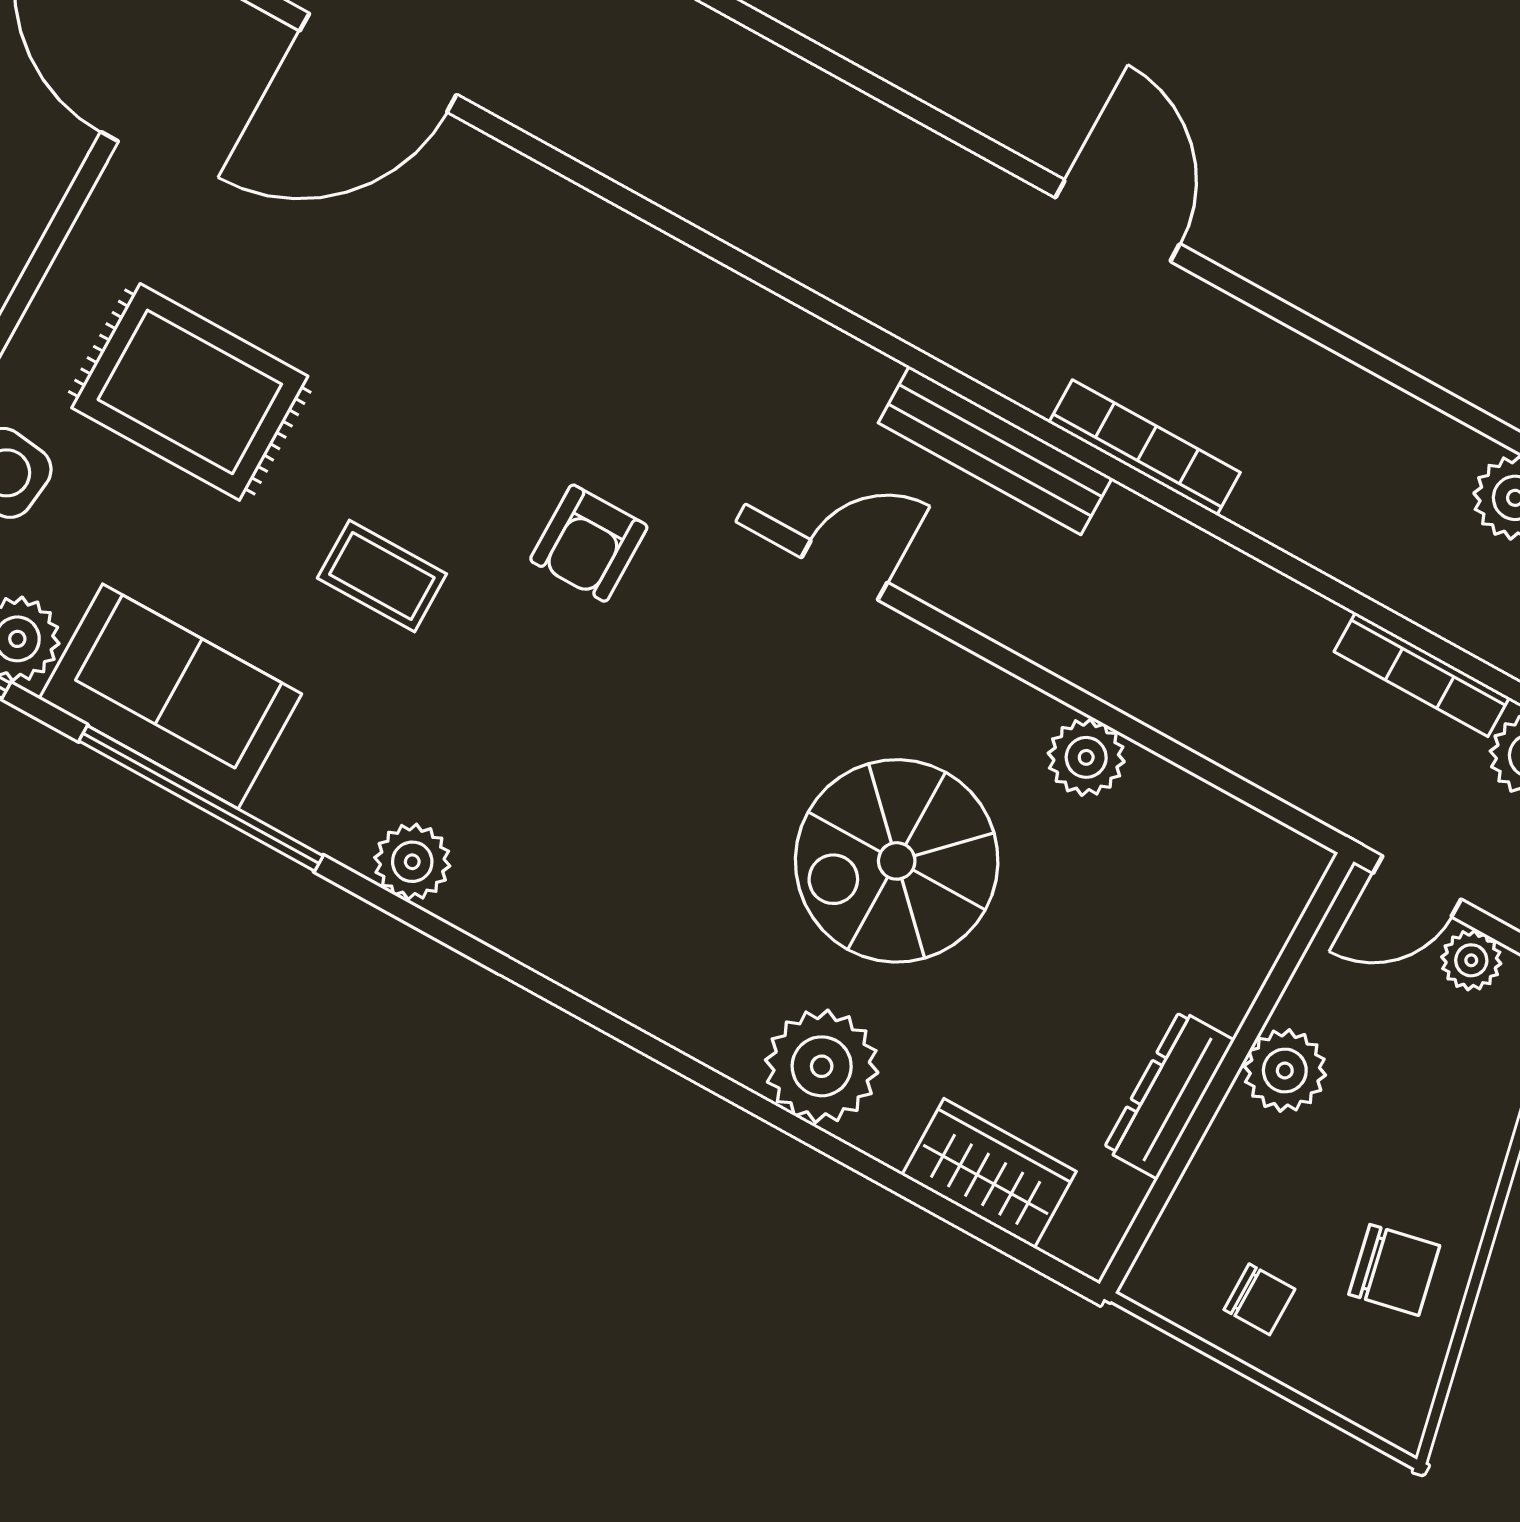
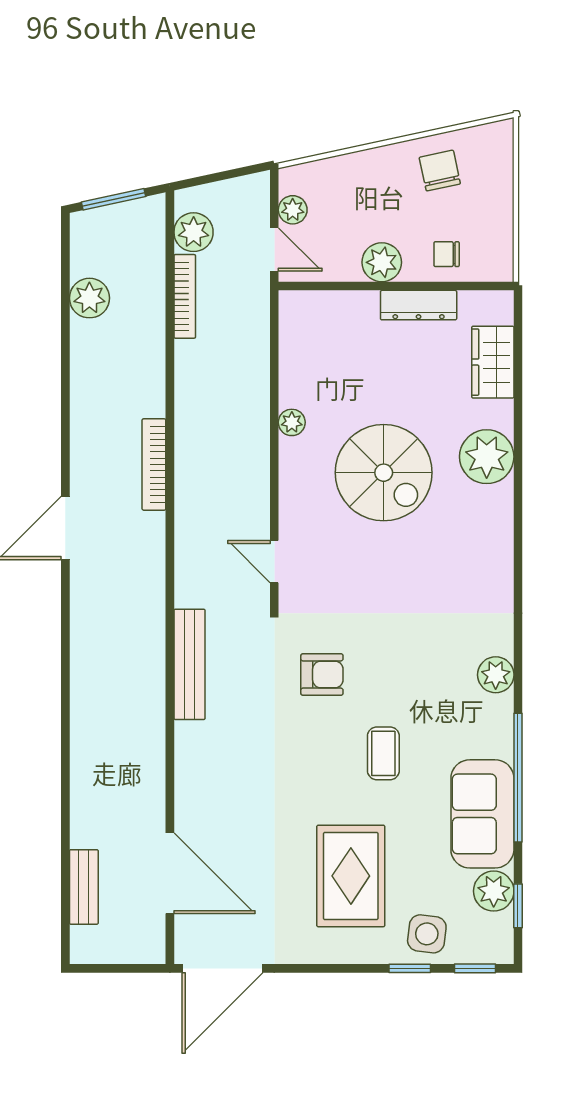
bench: (995, 450) -> (189, 664), moved
plant: (1086, 757) -> (292, 422), width x0.73, depth x0.73
chair: (1259, 1299) -> (447, 254), moved, turned -90

